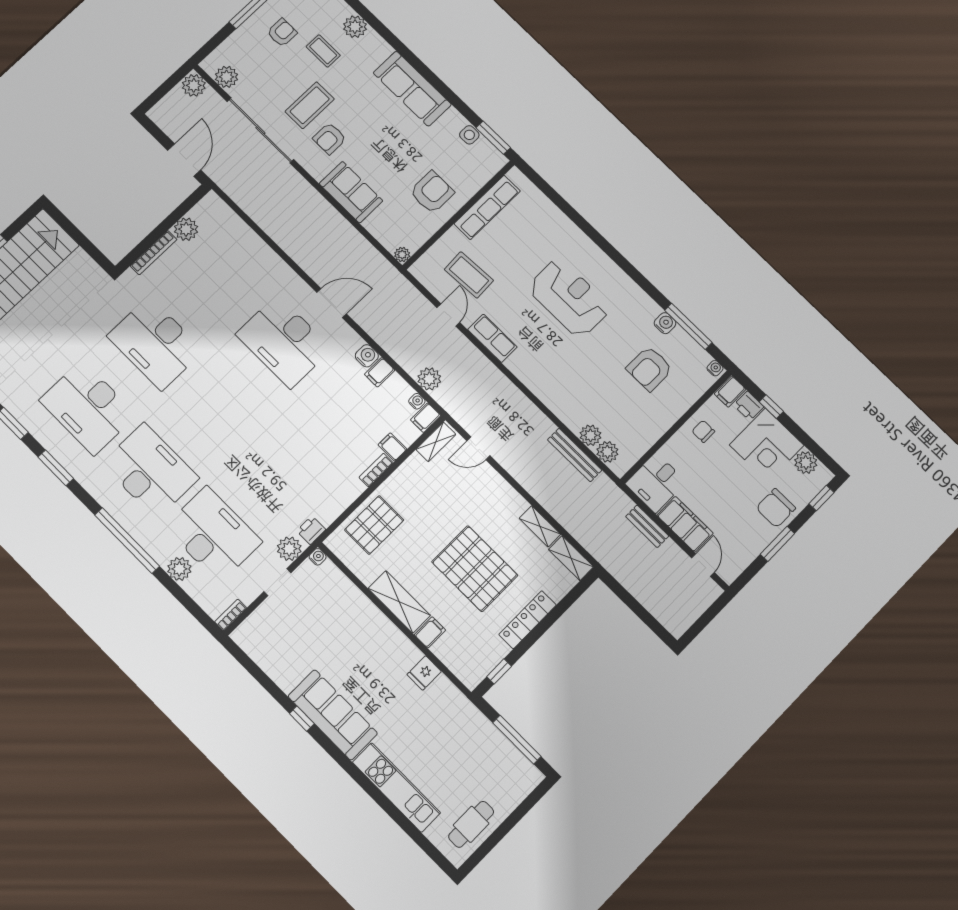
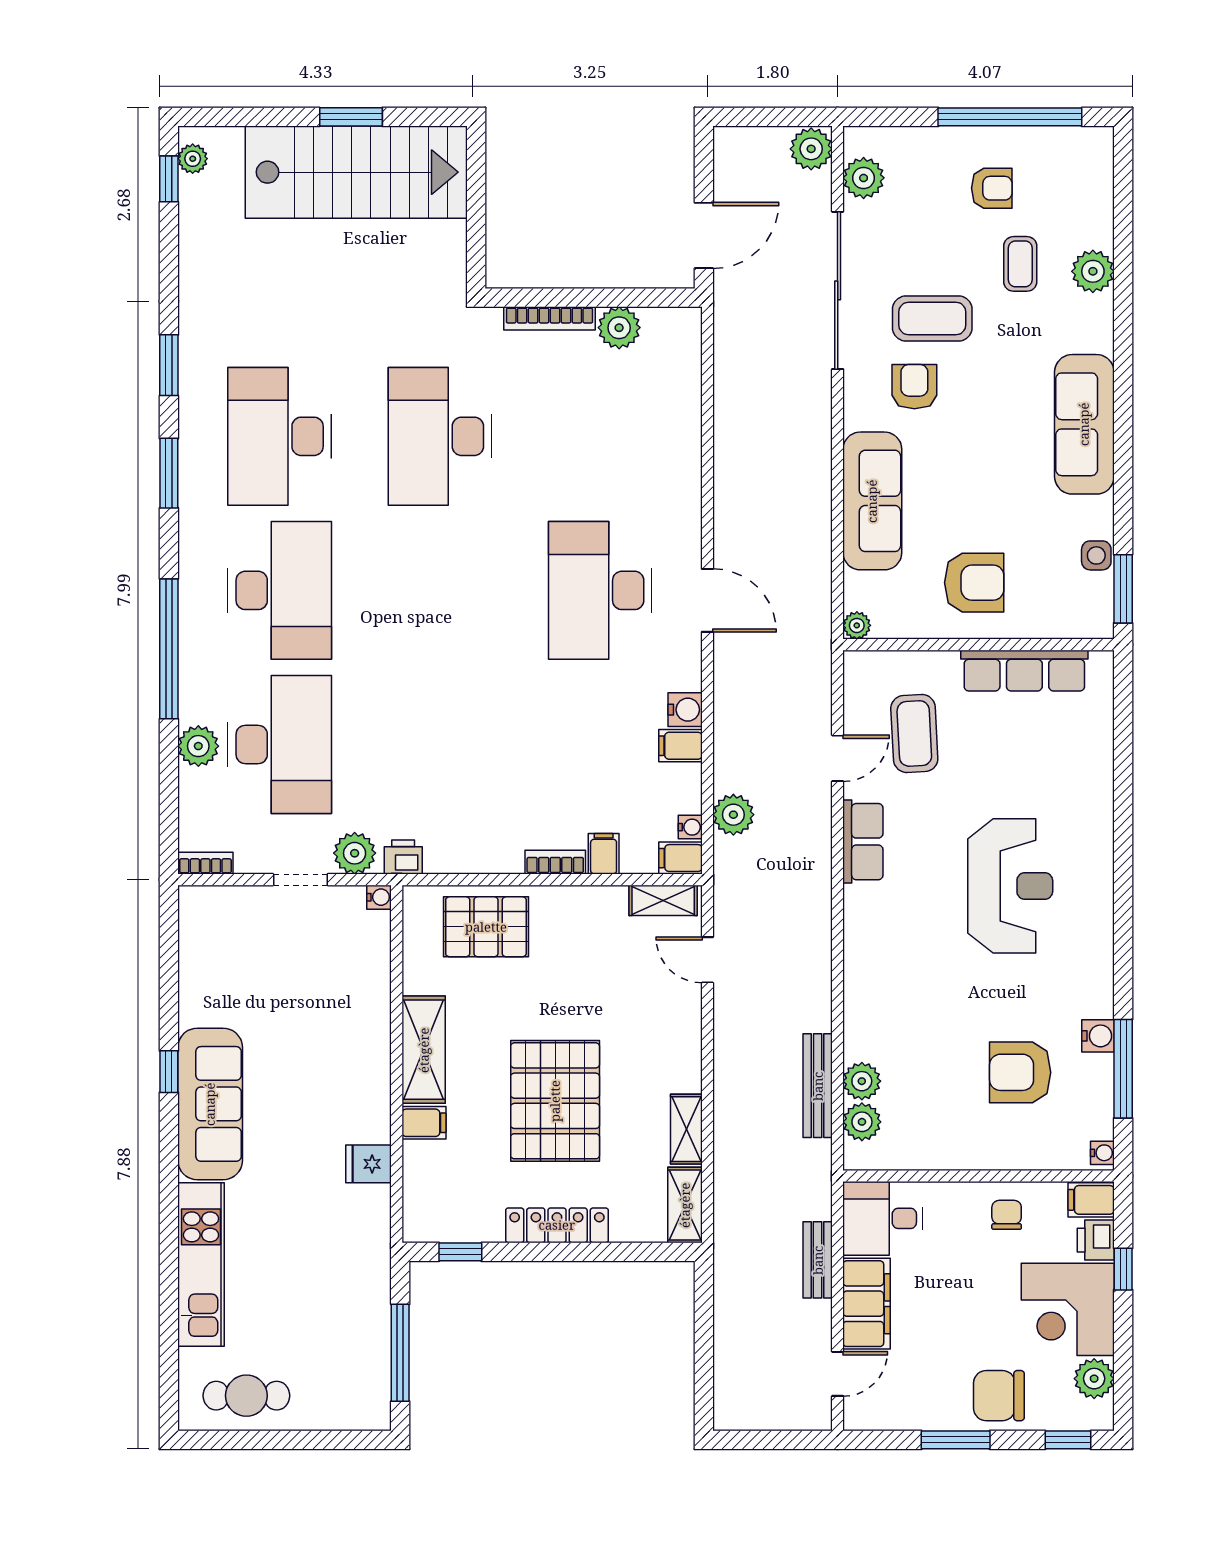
armchair: (330, 138) -> (914, 387), turned 90
sofa: (351, 192) -> (872, 501), width x1.36

